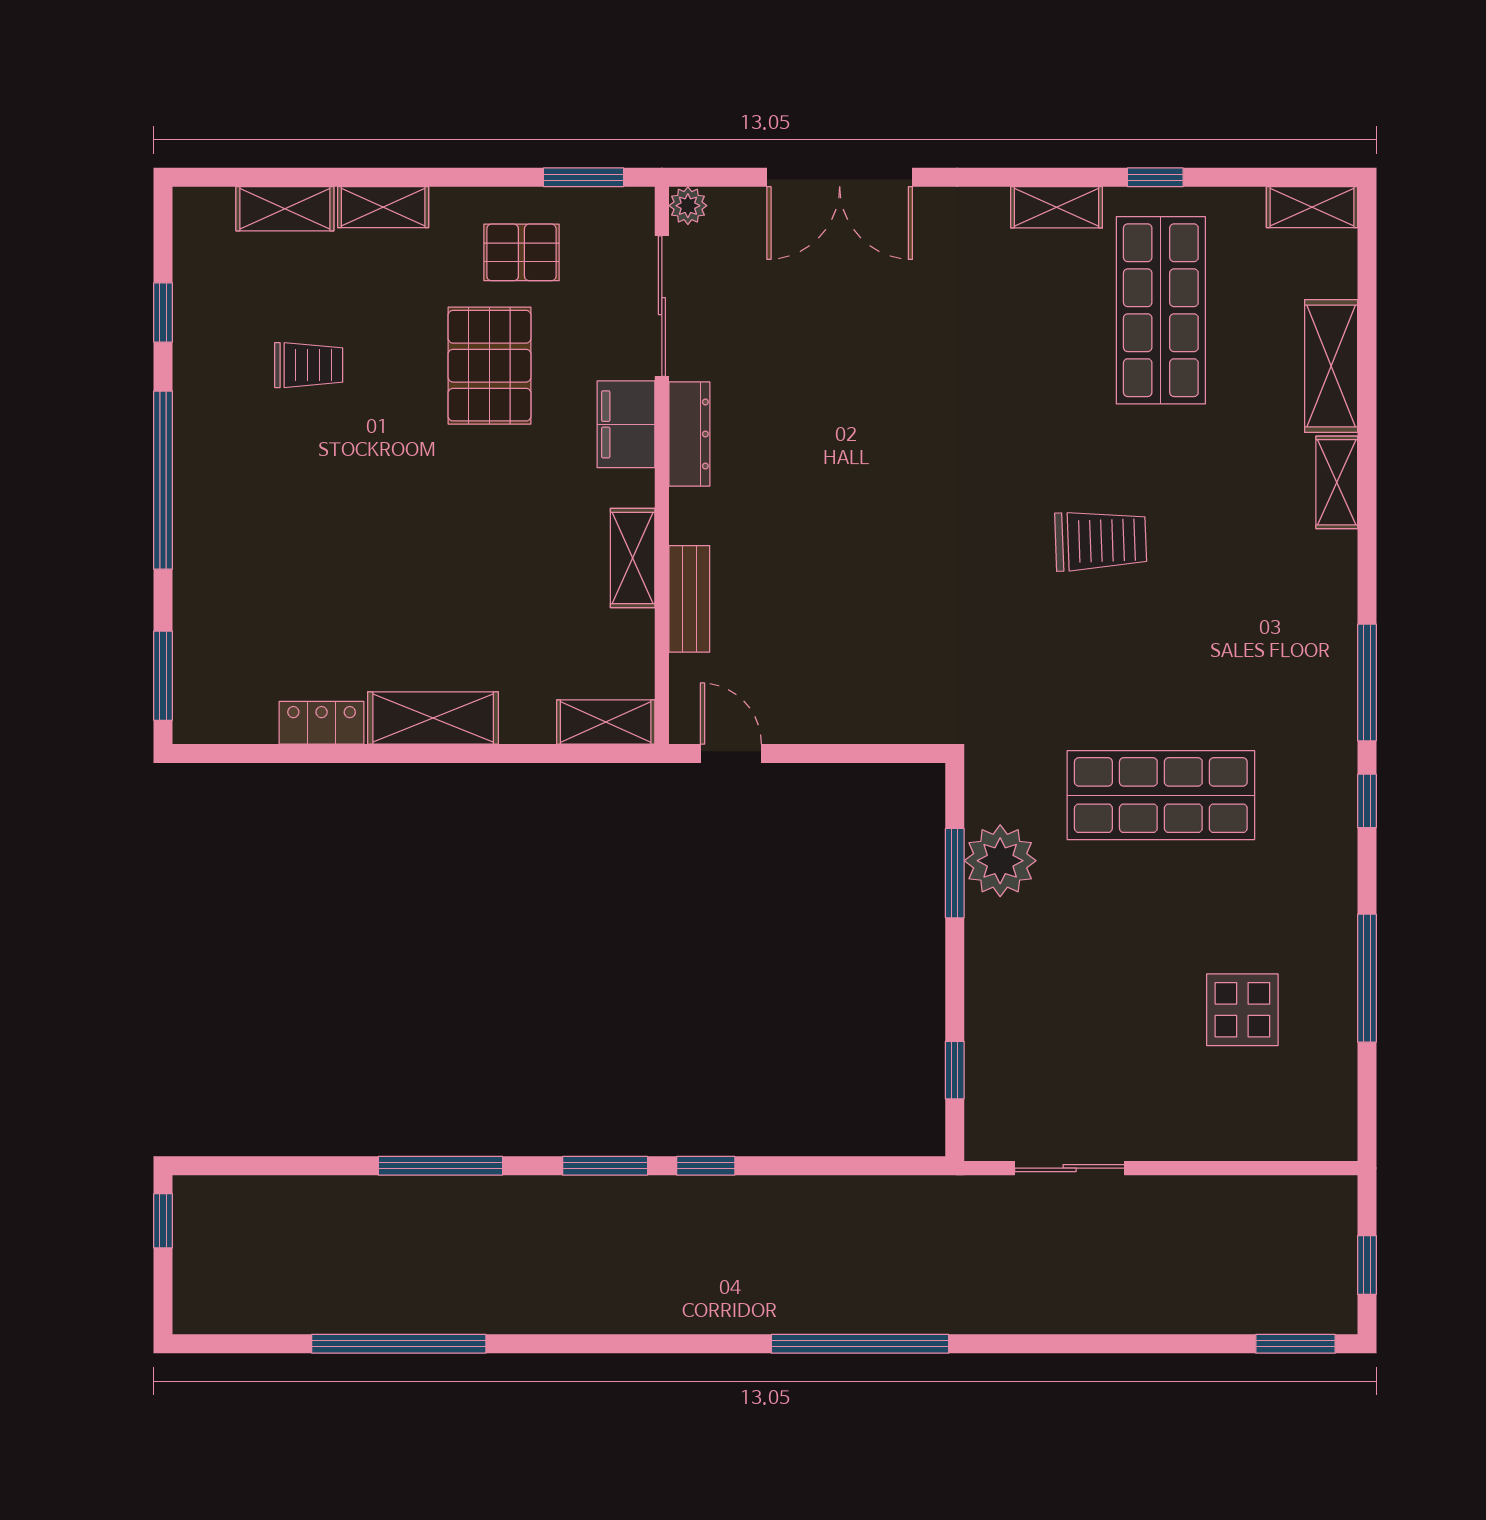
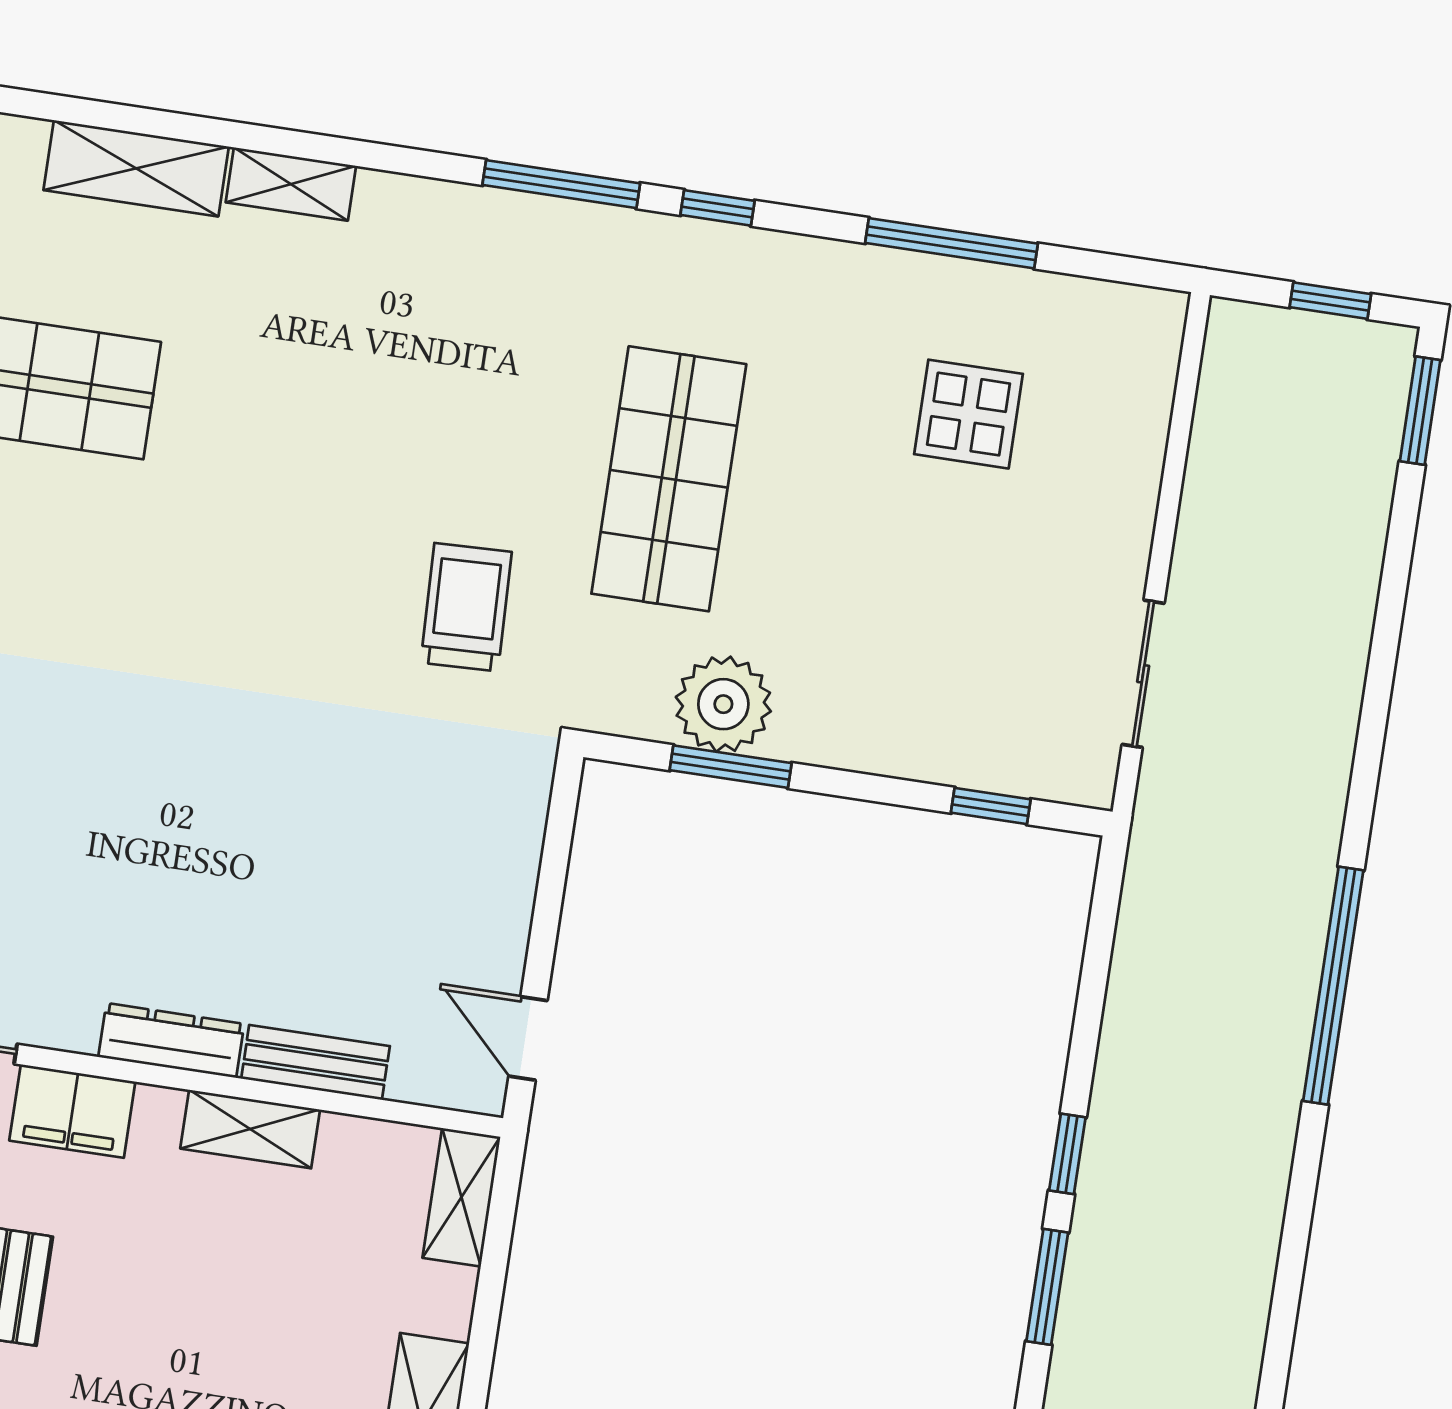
dresser: (689, 434) -> (171, 1040), moved
trolley: (1101, 541) -> (466, 607), moved
door: (731, 754) -> (528, 1038), hinge flipped

